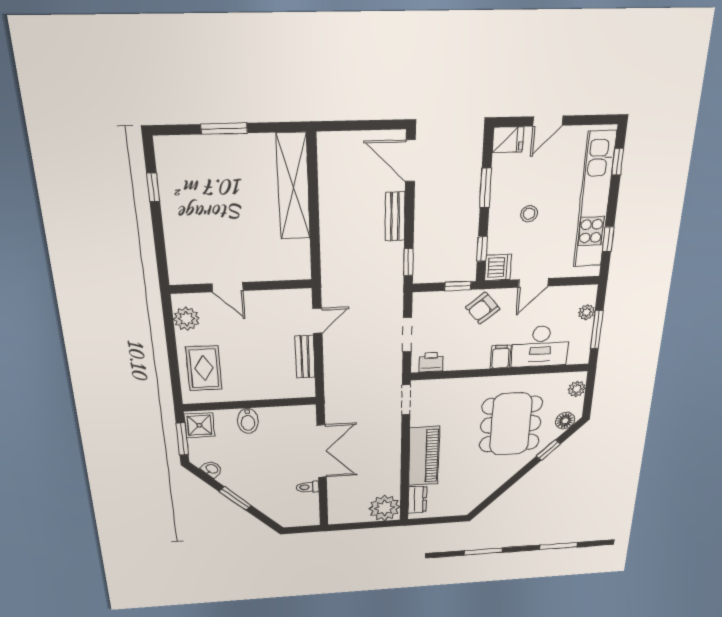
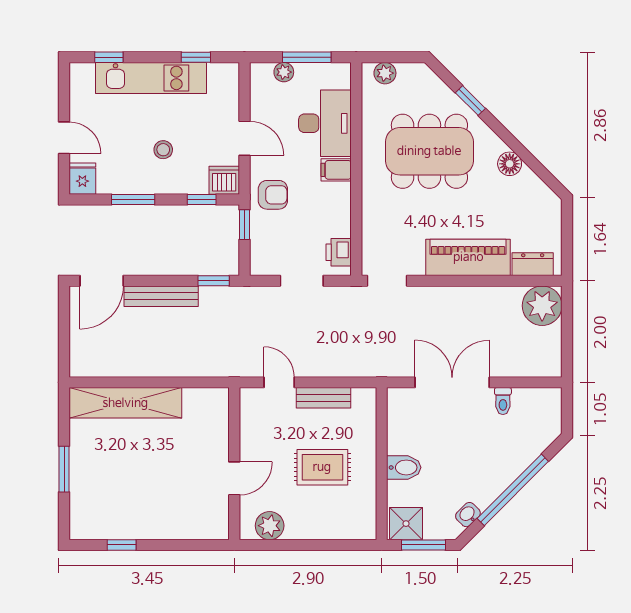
kitchen unit: (595, 201) -> (151, 78), width x0.73
bench: (395, 216) -> (161, 296), width x1.36
armchair: (483, 308) -> (273, 195), turned -51
rug: (204, 368) -> (322, 467), moved
floor lamp: (565, 421) -> (510, 164), moved
window: (235, 498) -> (513, 490), width x2.11

